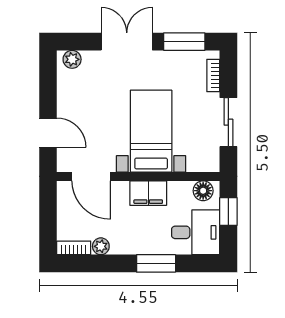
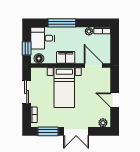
door: (48, 133) -> (115, 100), moved
window: (156, 263) -> (62, 23), width x1.44

